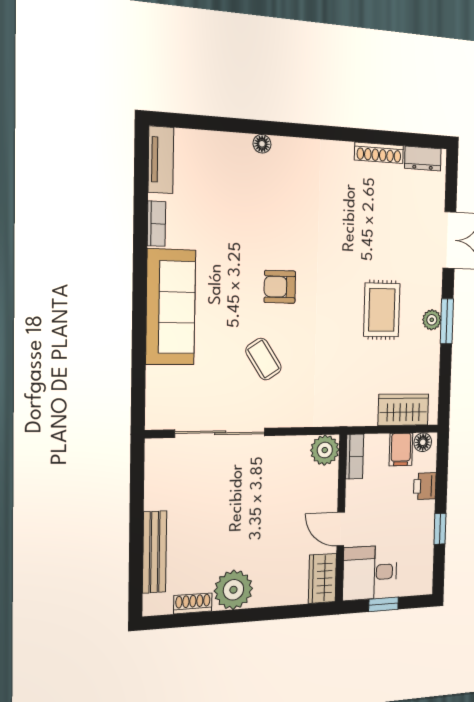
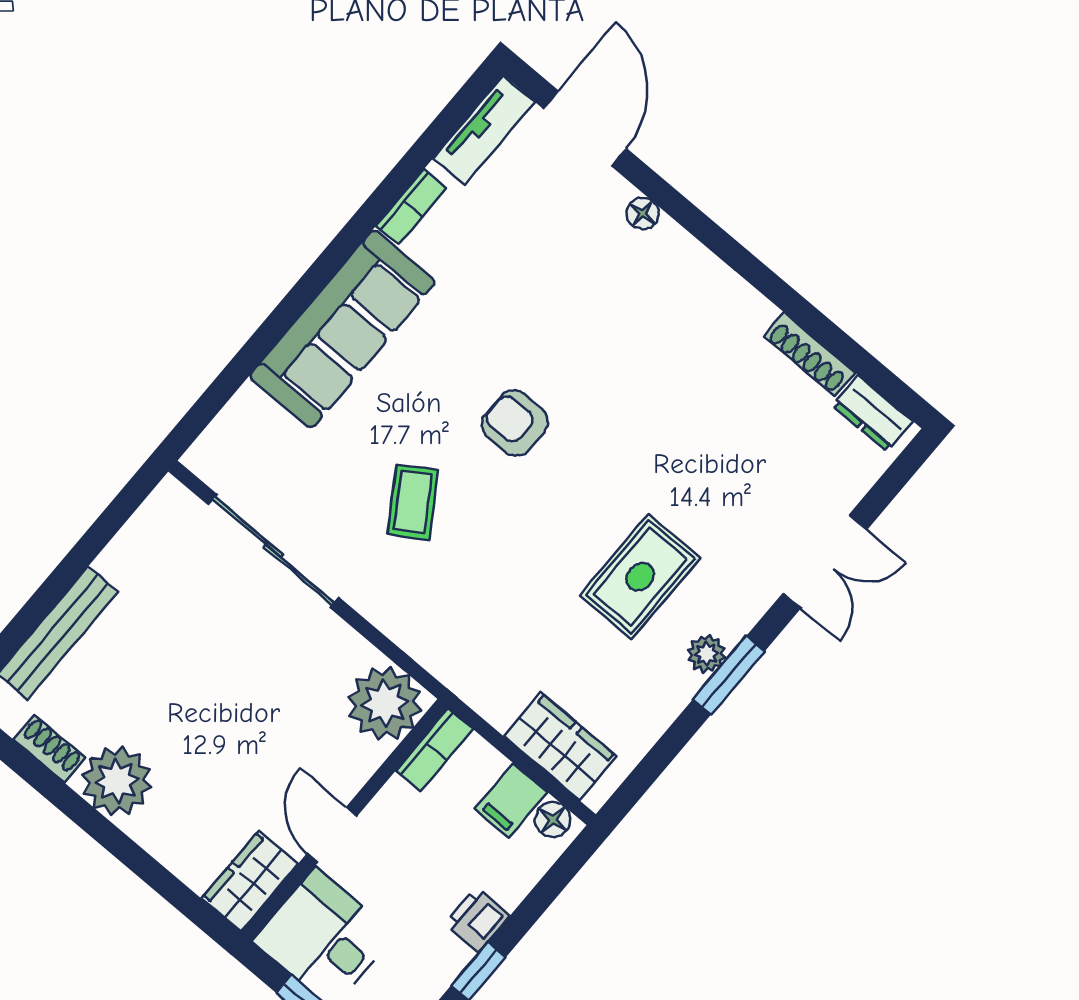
door: (206, 123) -> (585, 128), added
plant: (325, 450) -> (385, 703), width x1.36, depth x1.36
printer: (425, 486) -> (477, 920), moved

